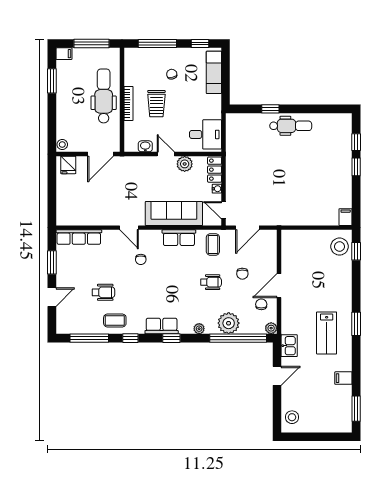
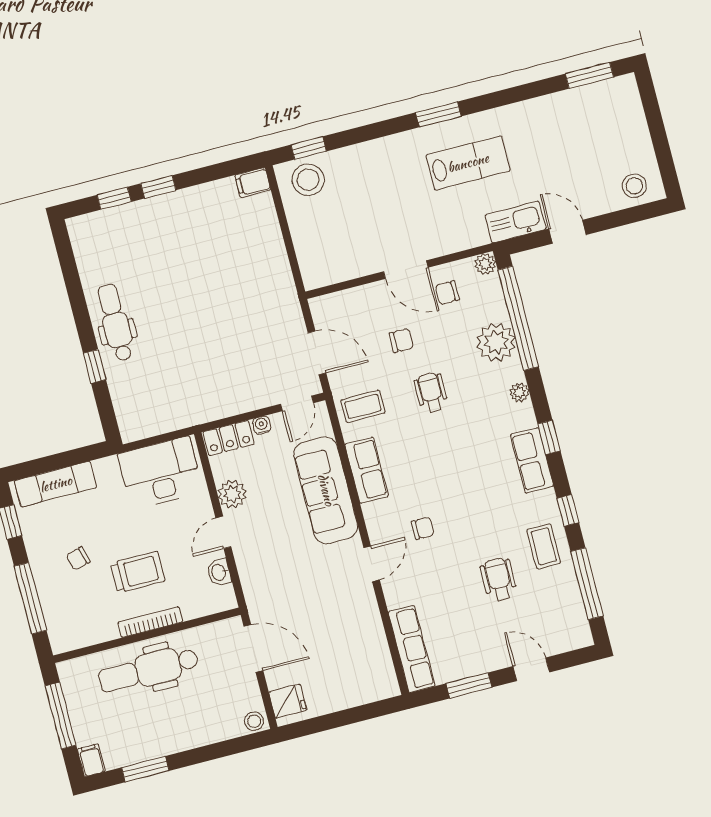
desk: (205, 134) -> (160, 473), width x1.37
kitchen sink: (289, 346) -> (516, 222), width x1.38
filing cabinet: (343, 378) -> (541, 112), removed

